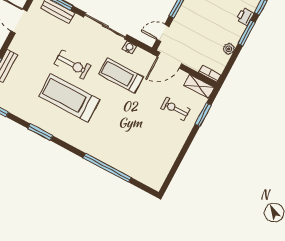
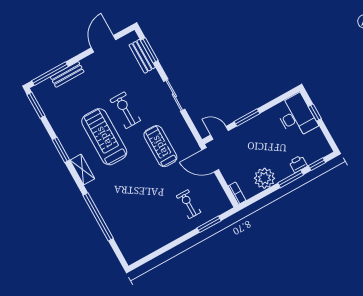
sliding door: (105, 26) -> (174, 95), width x0.73
water cooler: (129, 48) -> (183, 127), removed
plant: (229, 49) -> (264, 178), width x1.88, depth x1.88
exercise bike: (73, 65) -> (125, 110), turned 180
shelving: (199, 86) -> (82, 169), moved

